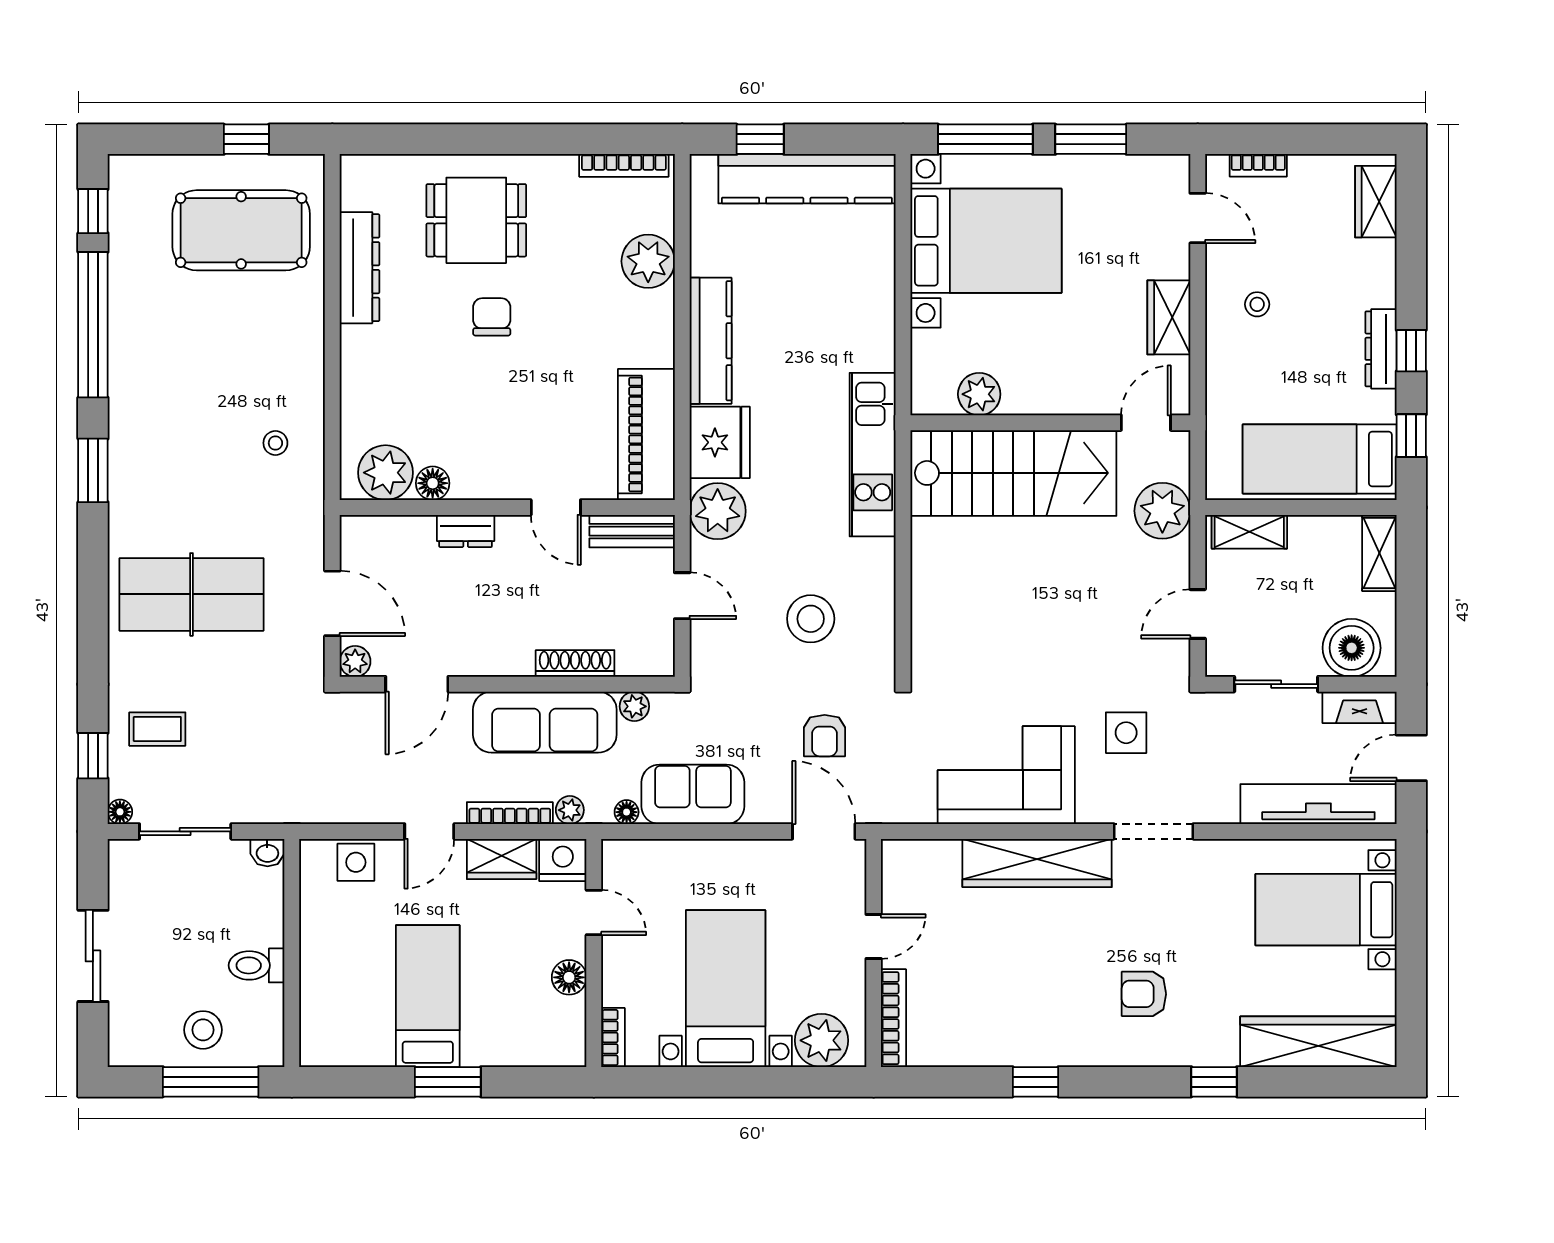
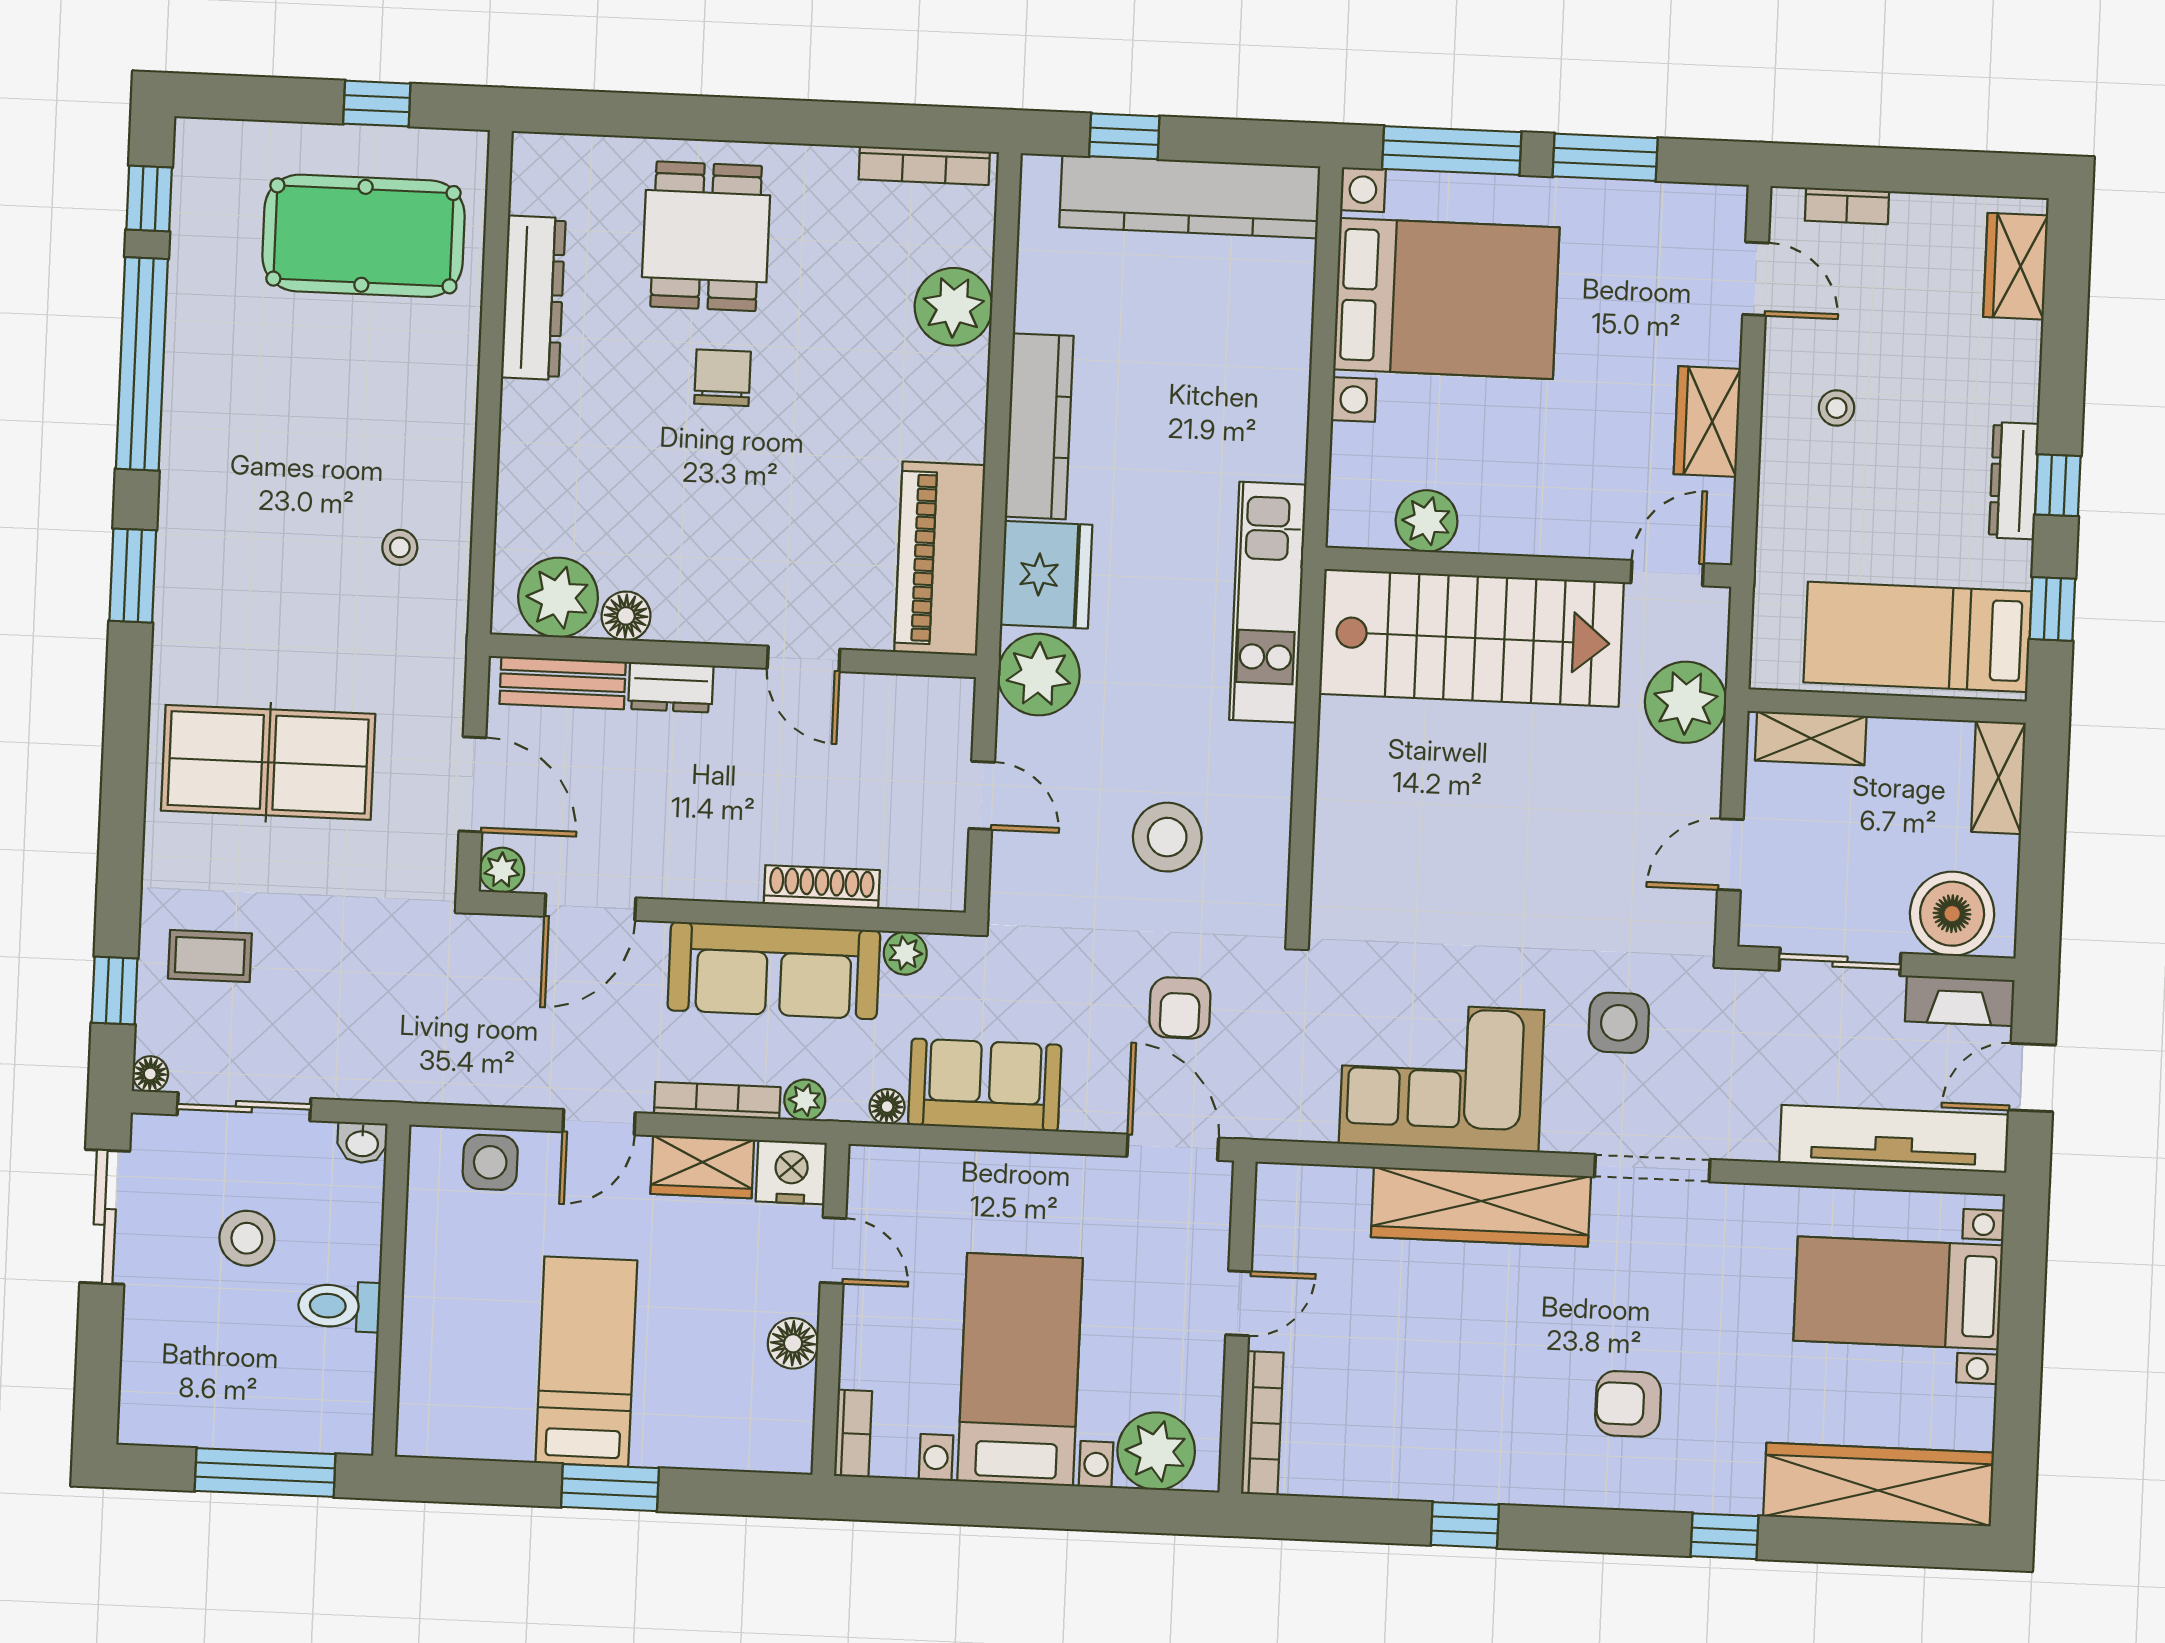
dining table: (476, 220) -> (706, 236), turned 90
bench: (632, 531) -> (563, 683), moved
sliding door: (93, 956) -> (105, 1217), moved
stool: (203, 1030) -> (247, 1238), moved

